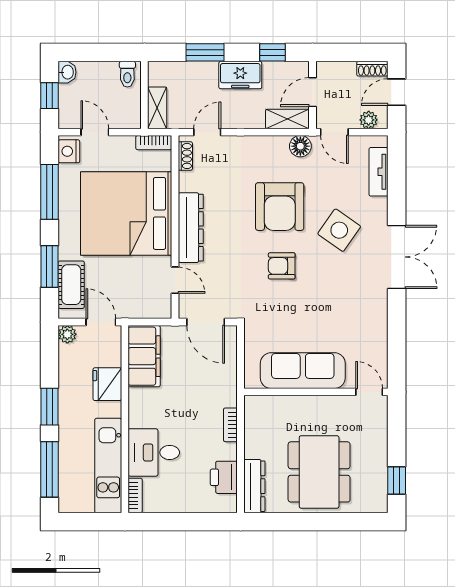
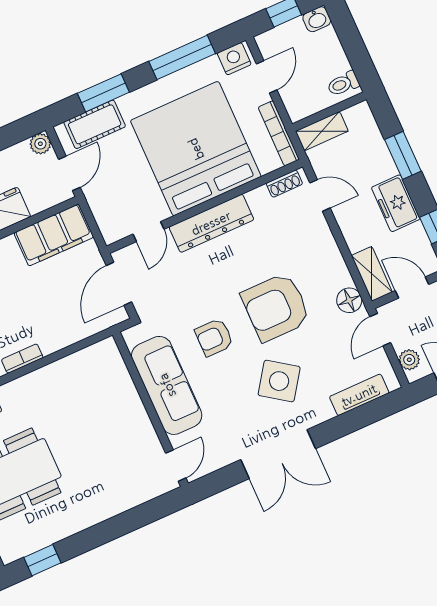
bookcase: (154, 143) -> (279, 133), width x1.56
armchair: (282, 266) -> (214, 337), turned -90
sofa: (303, 371) -> (167, 385), moved
wall: (316, 392) -> (150, 409), moved
door: (369, 392) -> (176, 466), moved

